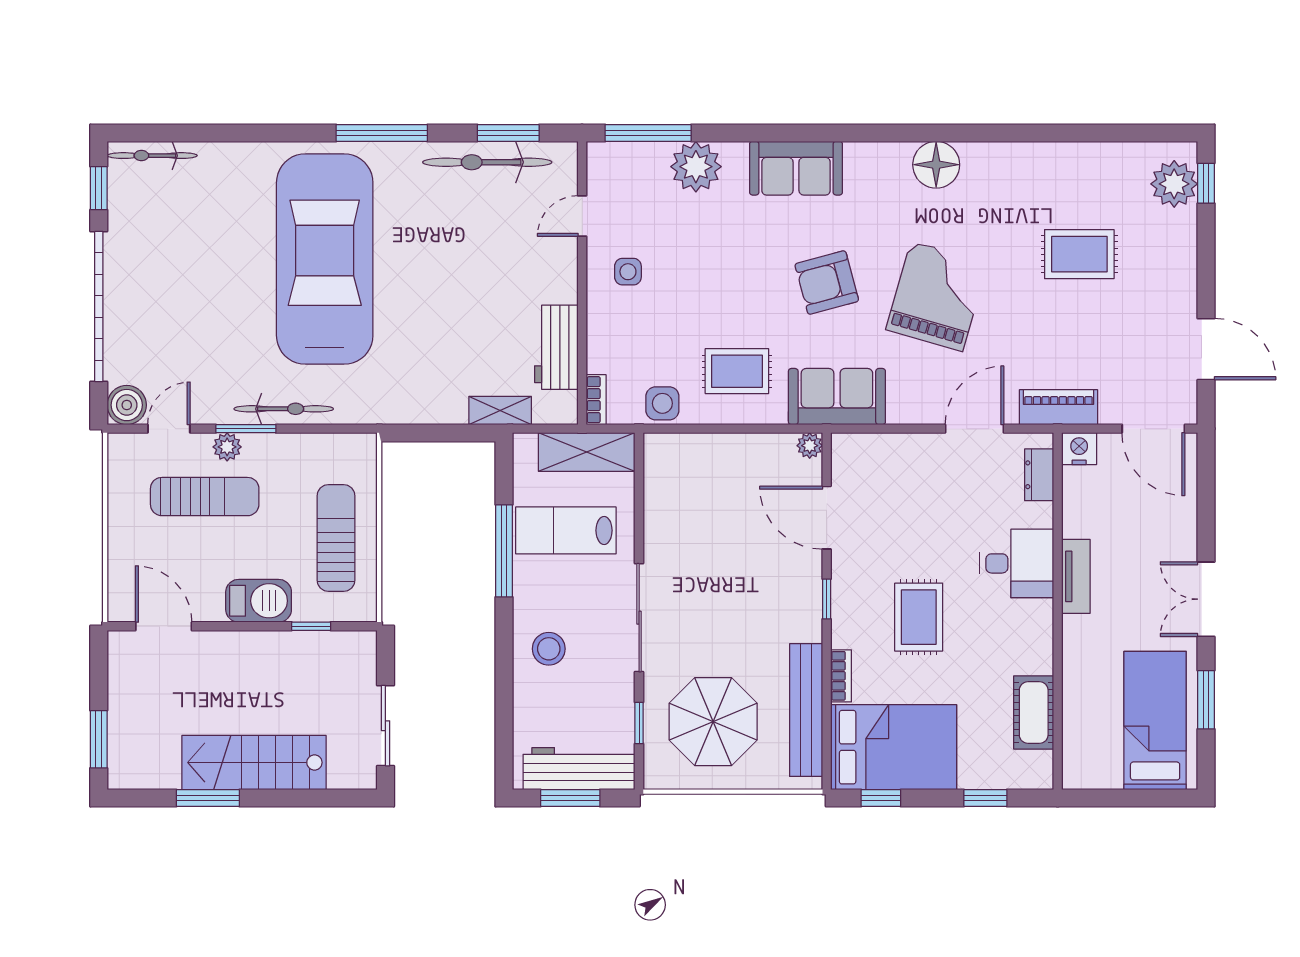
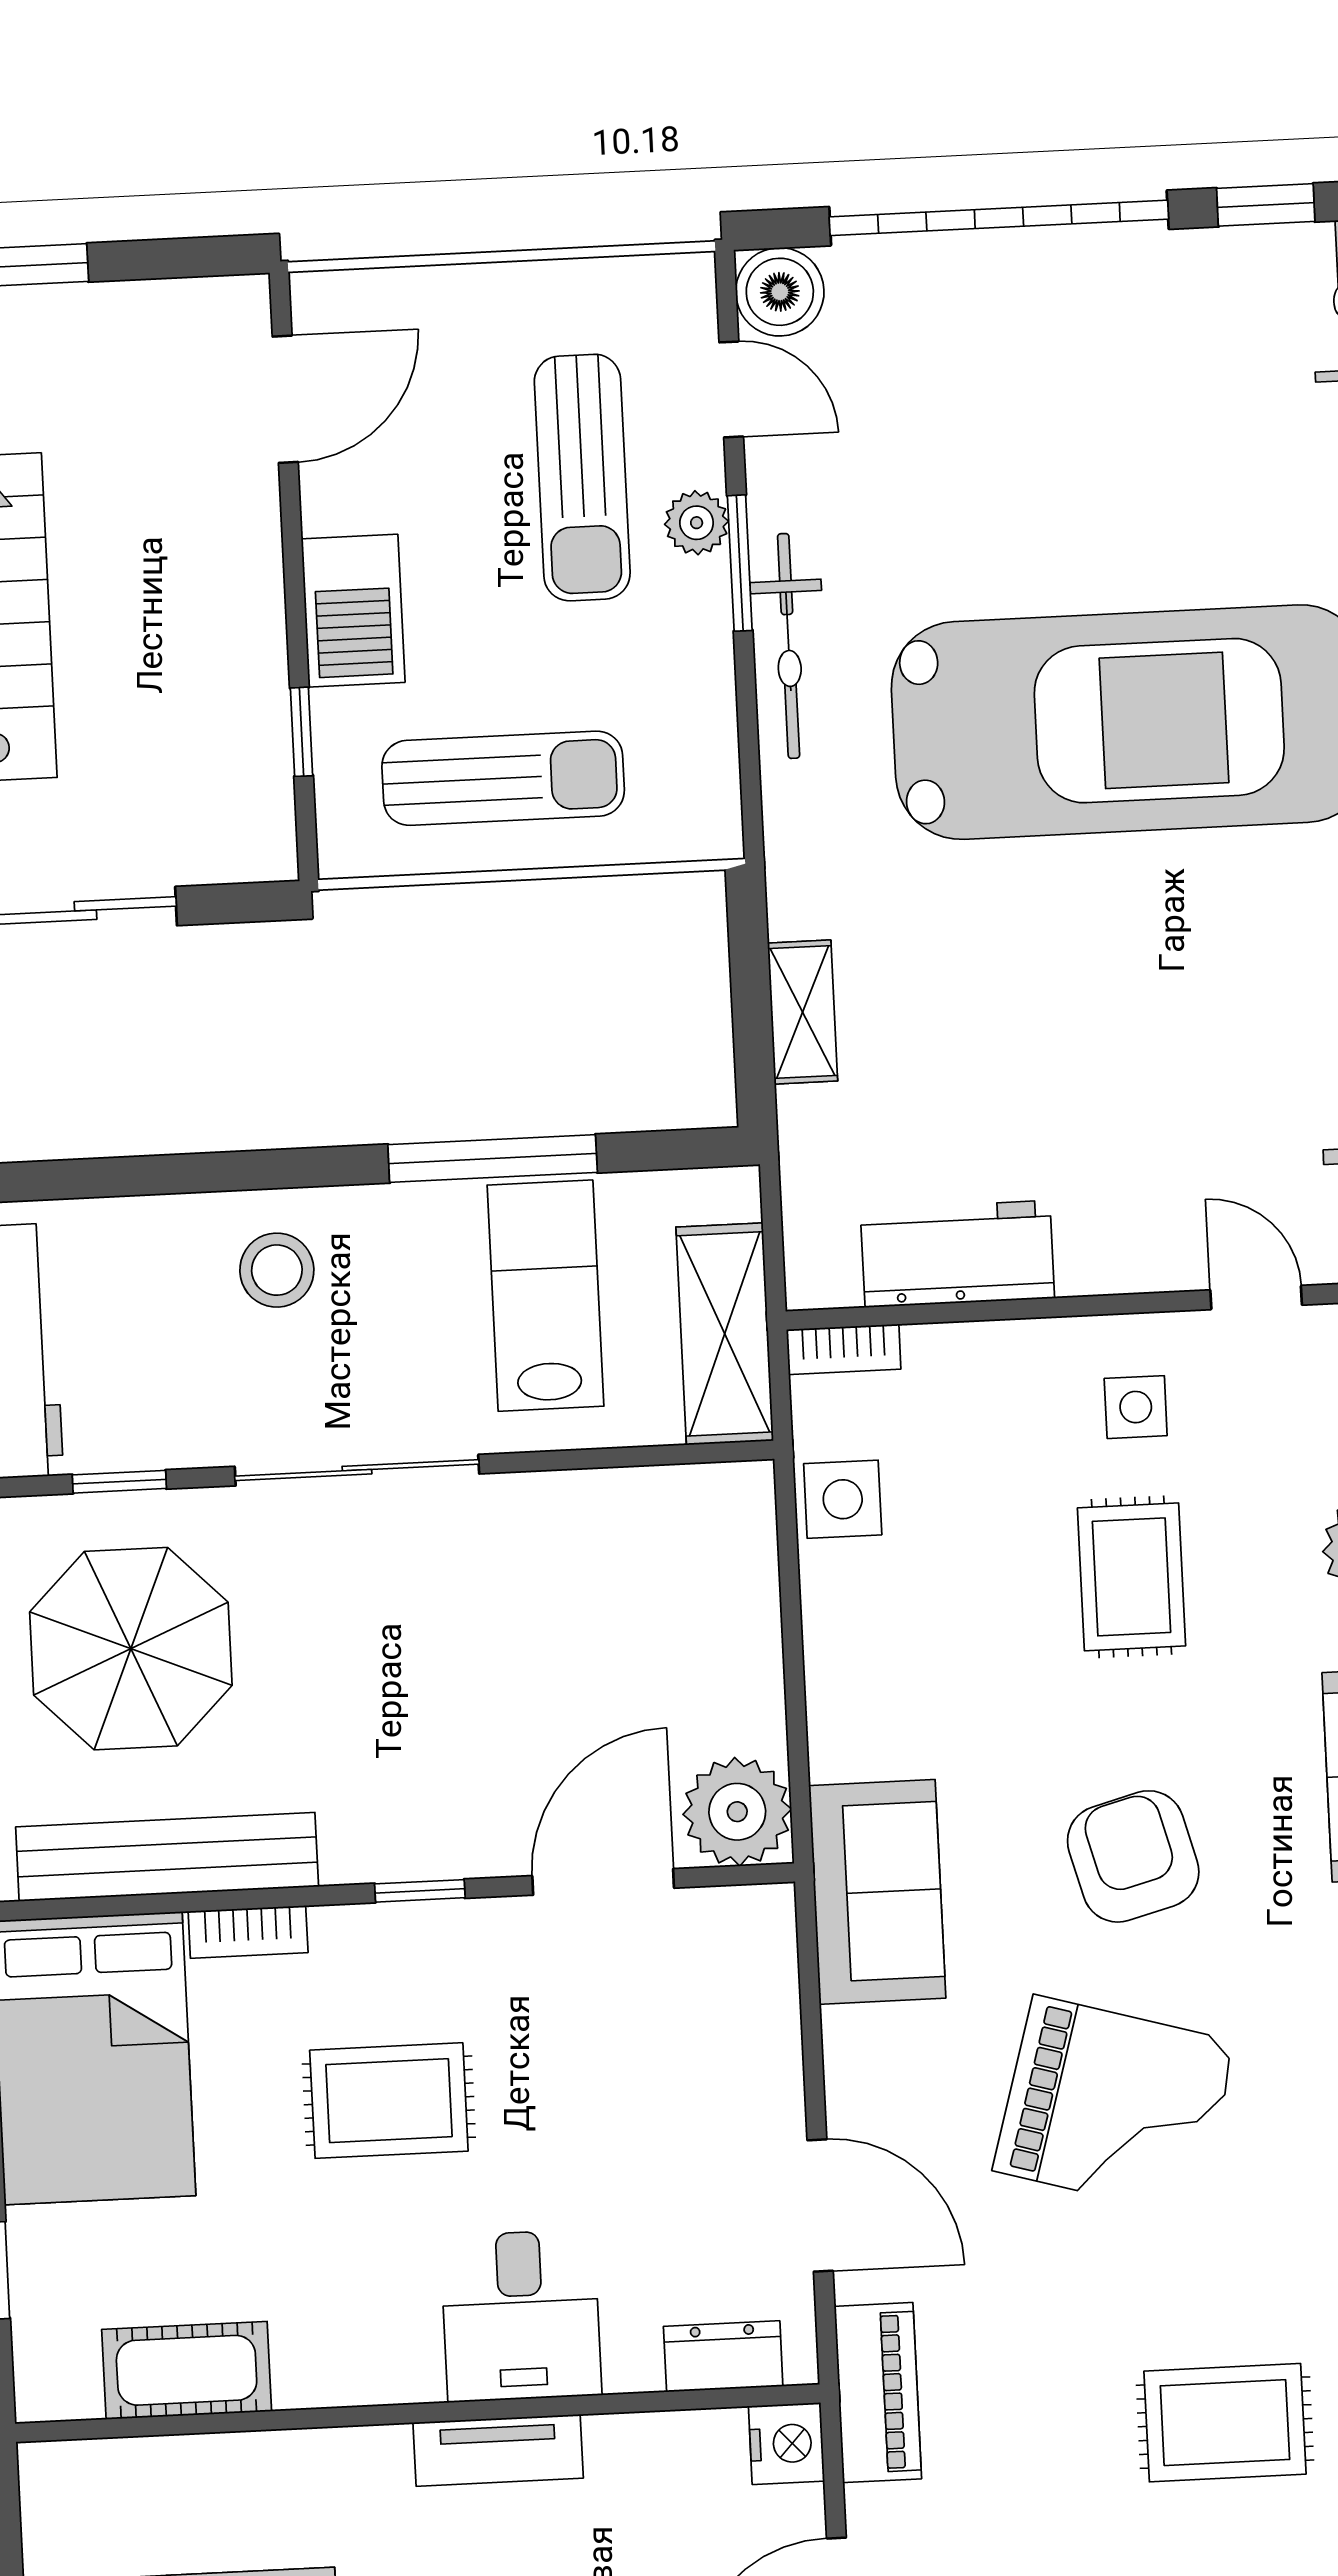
rug: (1079, 254) -> (1225, 2423), turned 90
rug: (737, 371) -> (1131, 1577), moved
shelving: (500, 411) -> (803, 1012), moved
plant: (810, 446) -> (737, 1812), width x1.88, depth x1.88

